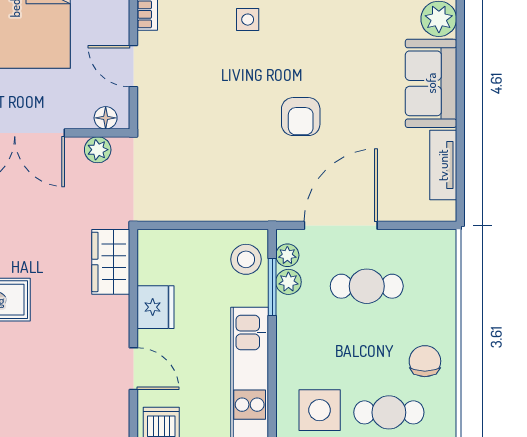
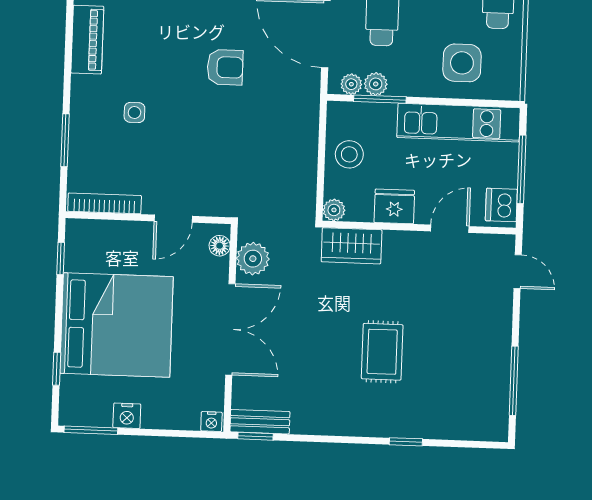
plant: (98, 150) -> (253, 259), width x1.38, depth x1.38
plant: (149, 241) -> (334, 210), added
stool: (246, 259) -> (349, 154), moved
side table: (320, 410) -> (462, 63), moved

